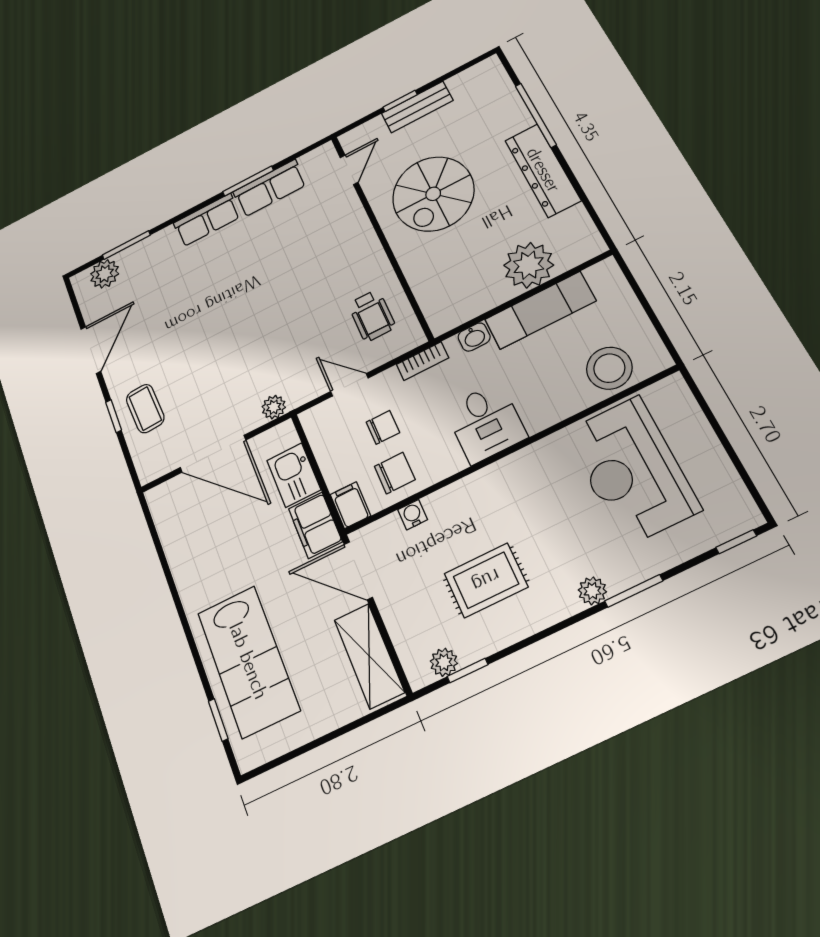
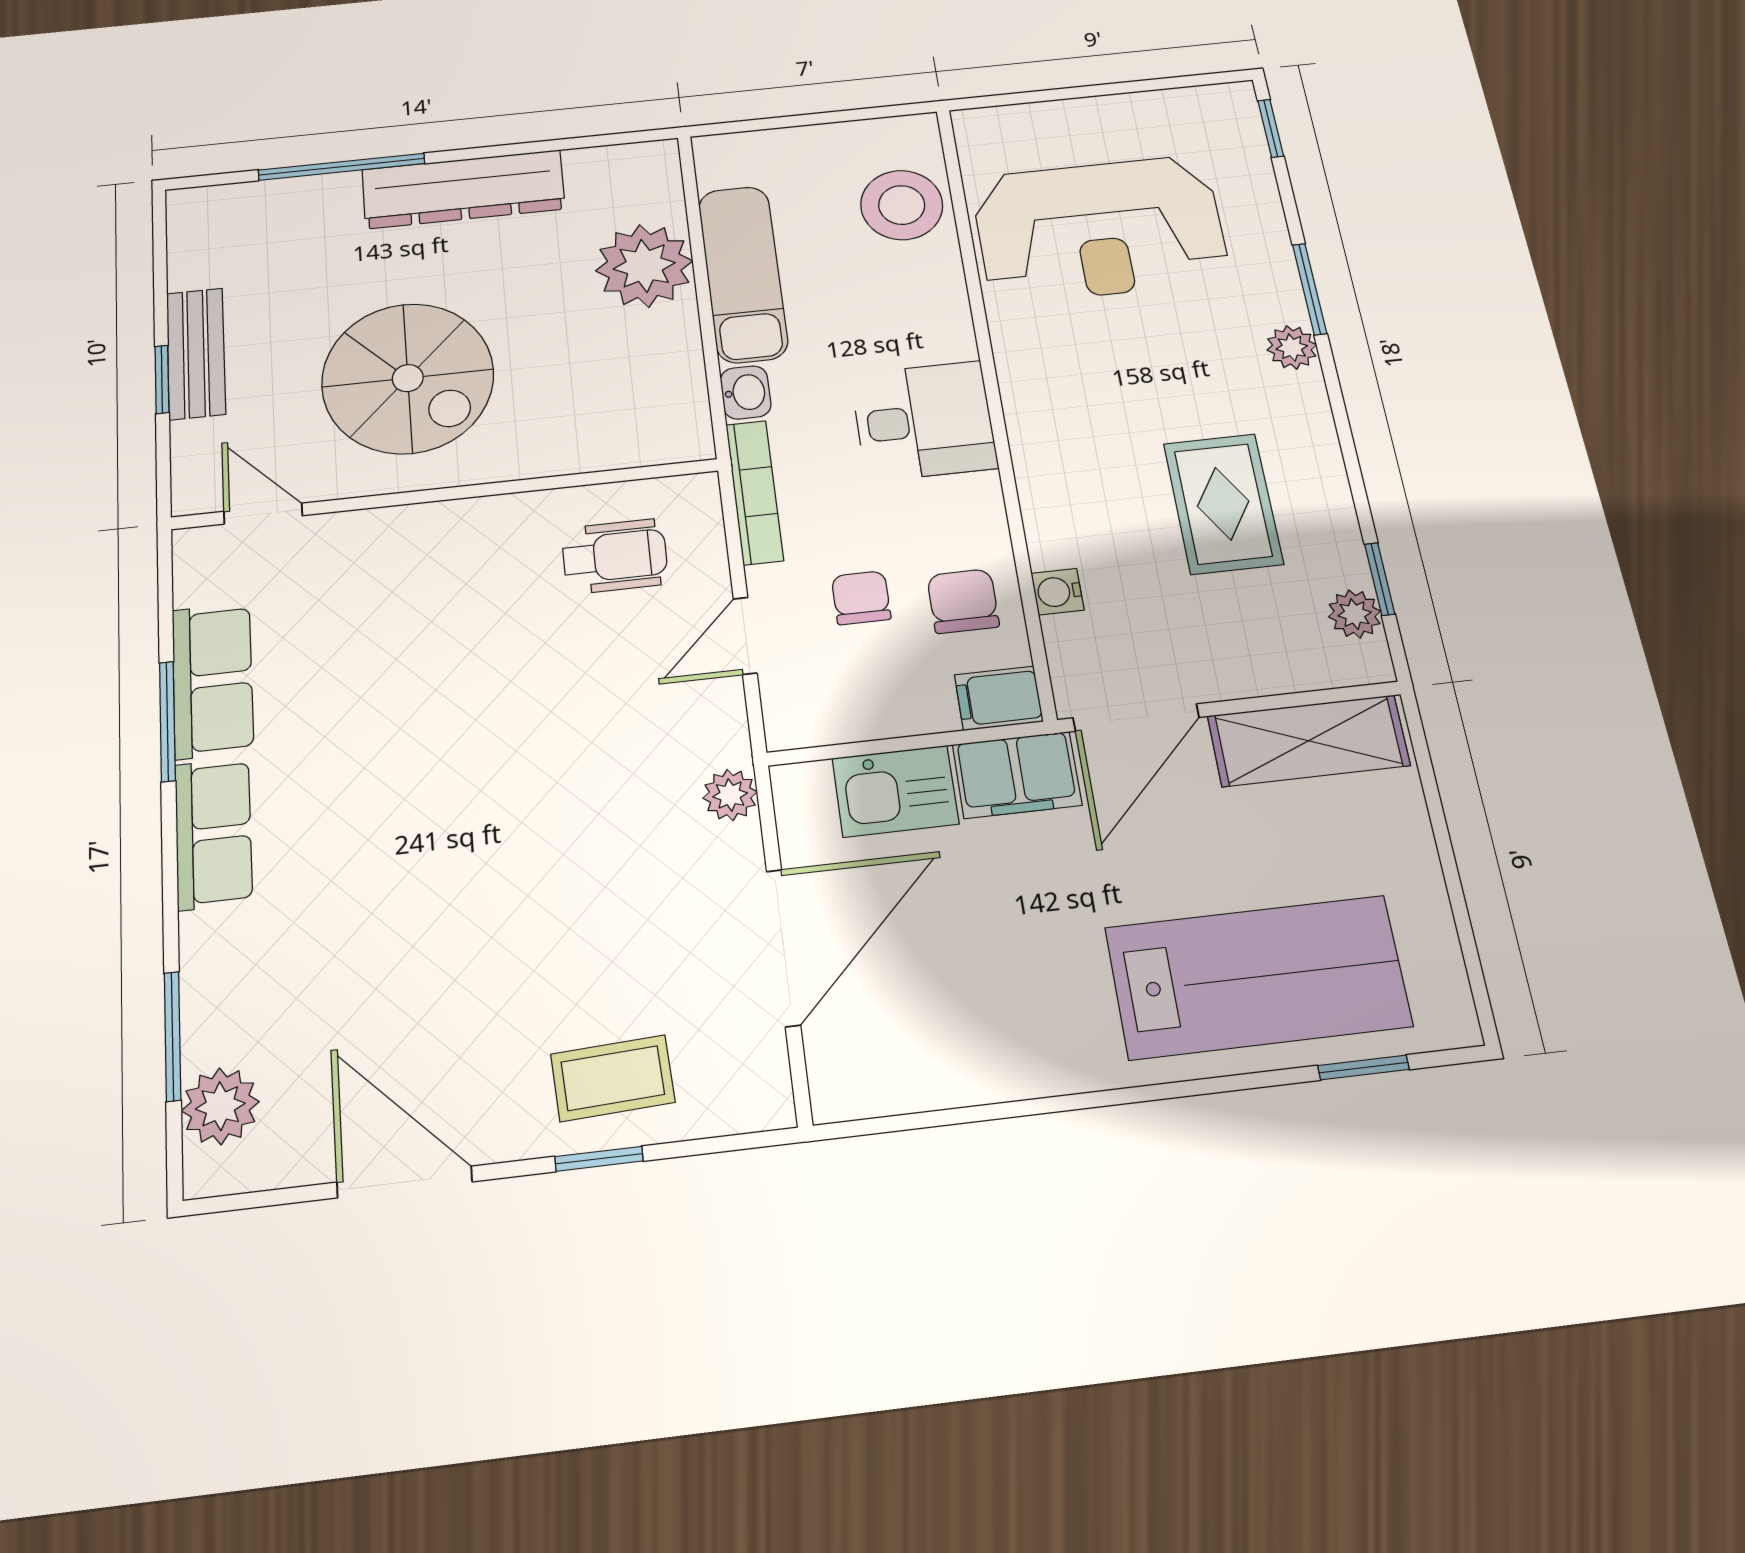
bookcase: (422, 361) -> (754, 492), width x1.56

